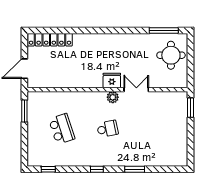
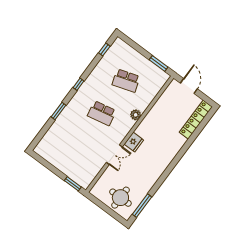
plant: (113, 97) -> (136, 115), moved
school desk: (107, 129) -> (102, 113), width x1.85

